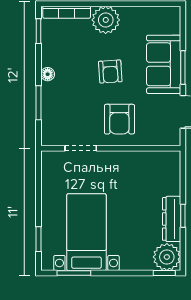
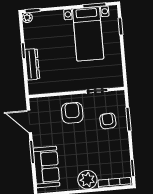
sofa: (164, 64) -> (47, 167), moved
armchair: (110, 72) -> (108, 121), moved
floor lamp: (48, 74) -> (124, 139), removed
dresser: (172, 219) -> (32, 64), moved
plant: (167, 257) -> (27, 18), width x0.53, depth x0.53

